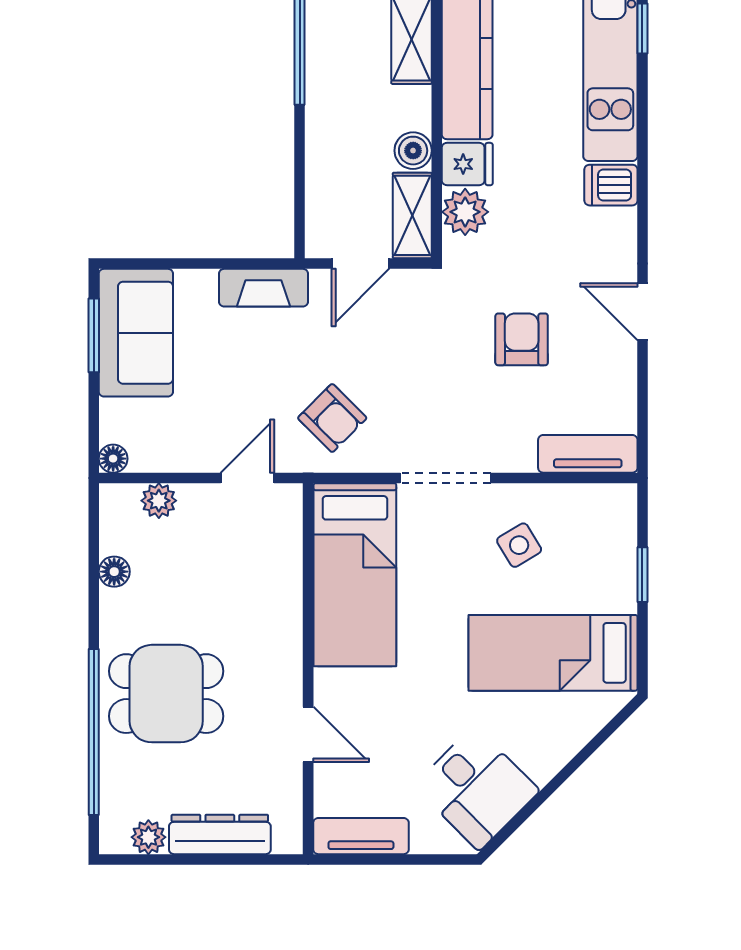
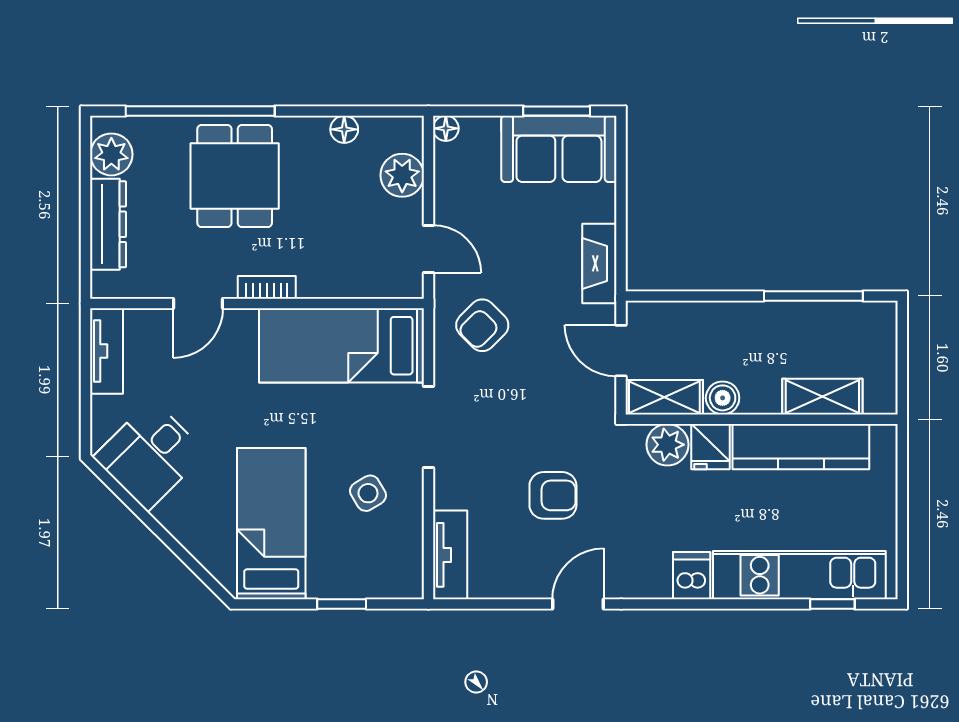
plant: (159, 501) -> (402, 175), width x1.38, depth x1.38
bookcase: (290, 658) -> (267, 287), added
plant: (148, 837) -> (111, 154), width x1.38, depth x1.38

